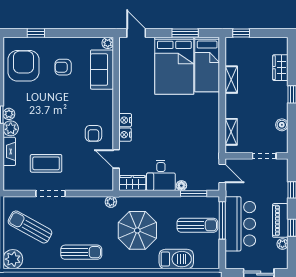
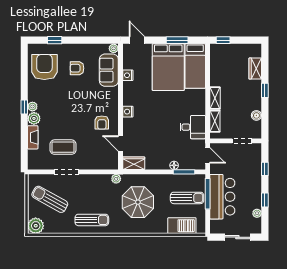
shelving: (231, 80) -> (215, 98), moved
nightstand: (125, 135) -> (128, 75), moved
desk: (161, 175) -> (193, 127), moved, turned -90
piano: (280, 220) -> (255, 194), removed
barbecue: (176, 259) -> (182, 226), moved

